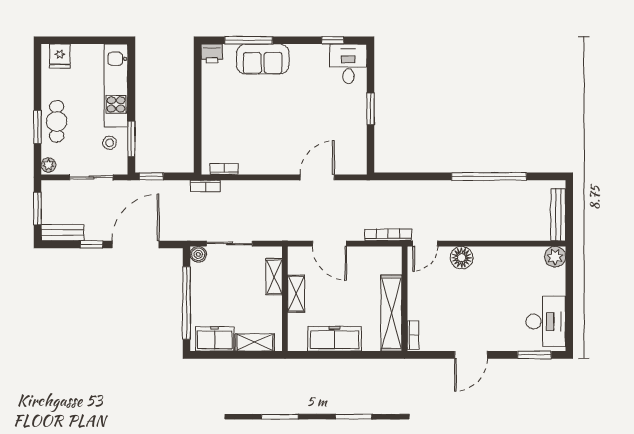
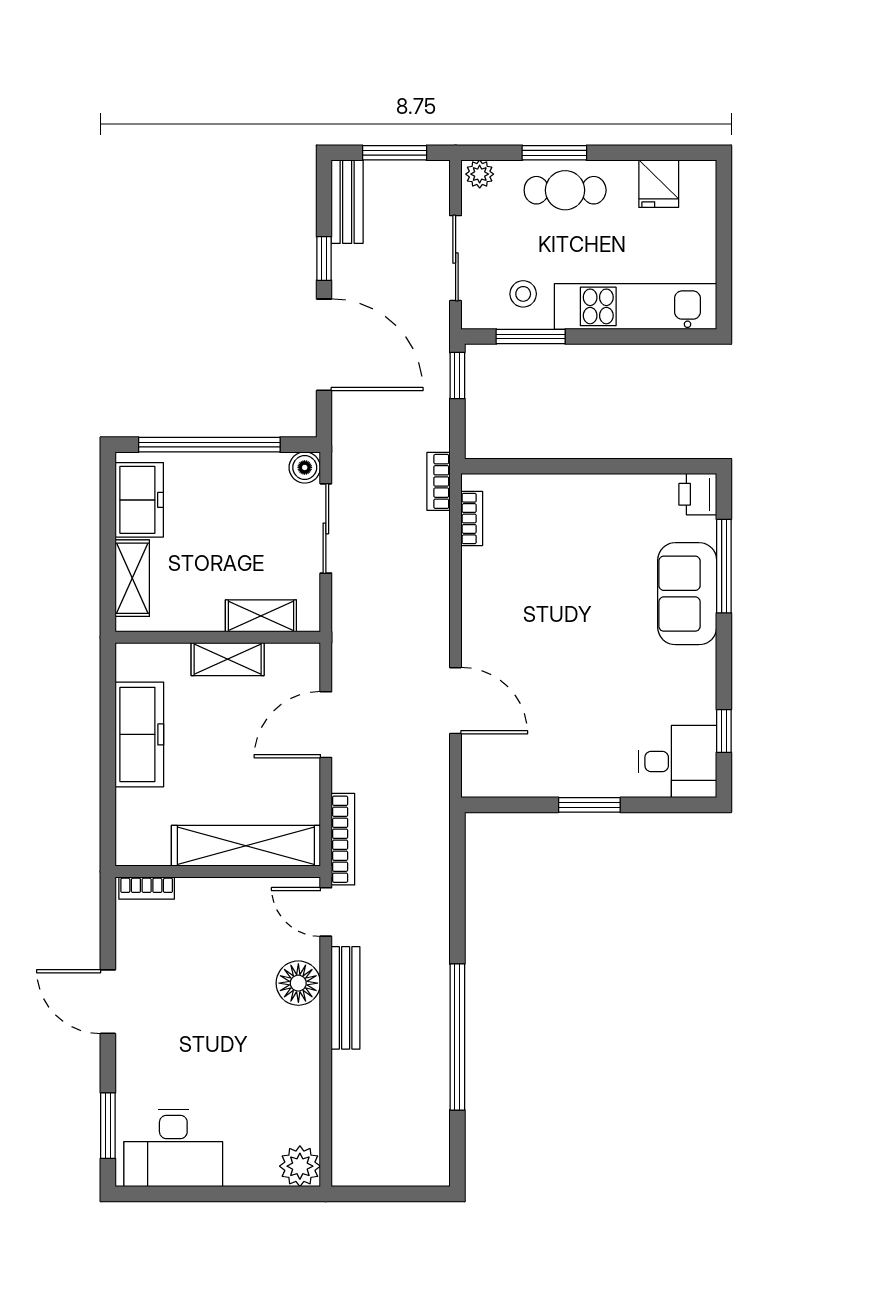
fridge: (60, 56) -> (659, 184), moved, turned -90
bench: (558, 215) -> (346, 998), moved, turned 90
shelving: (391, 313) -> (246, 846), moved

